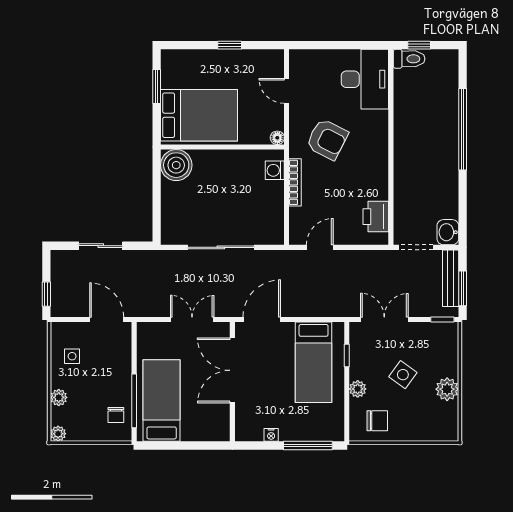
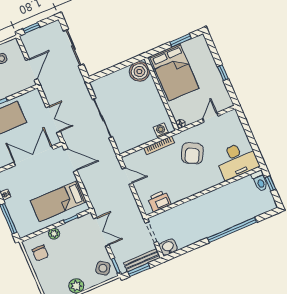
sliding door: (101, 246) -> (73, 48), width x1.37
side table: (403, 375) -> (103, 268), moved

